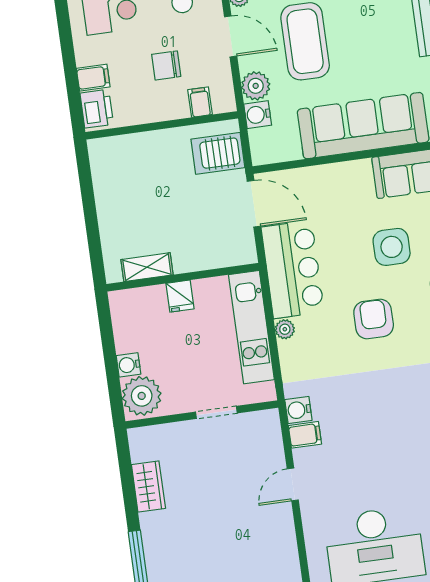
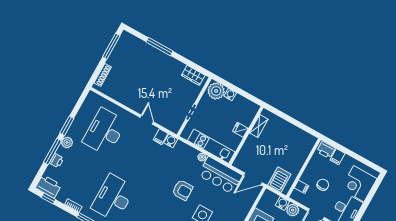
wardrobe: (148, 486) -> (193, 75), moved

